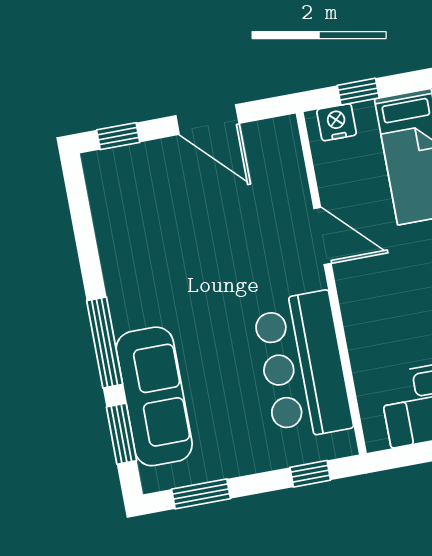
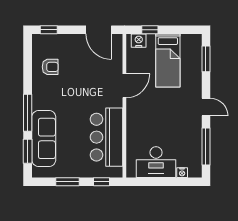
door: (207, 120) -> (99, 30), moved
armchair: (138, 224) -> (50, 67), added
door: (322, 236) -> (124, 86), hinge flipped
window: (201, 494) -> (68, 182), moved

